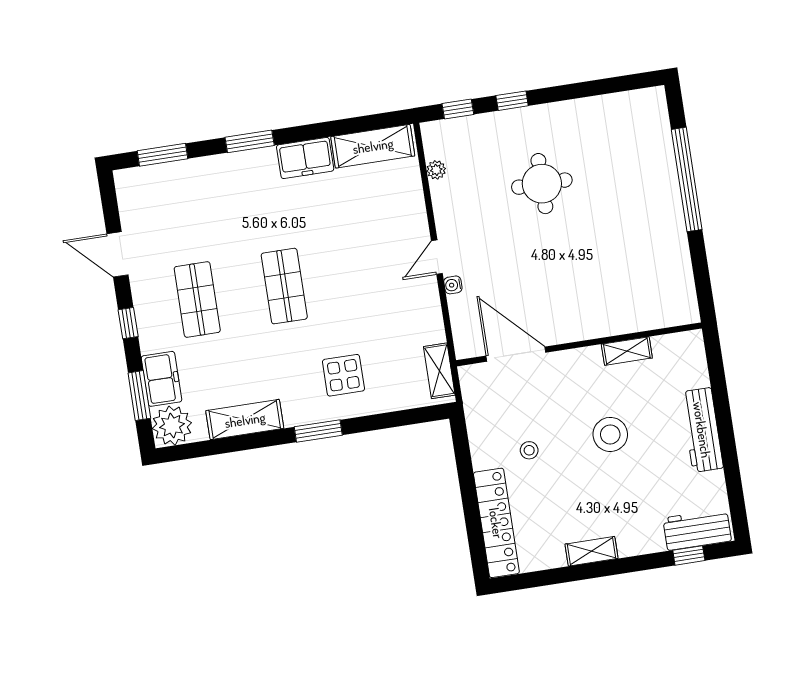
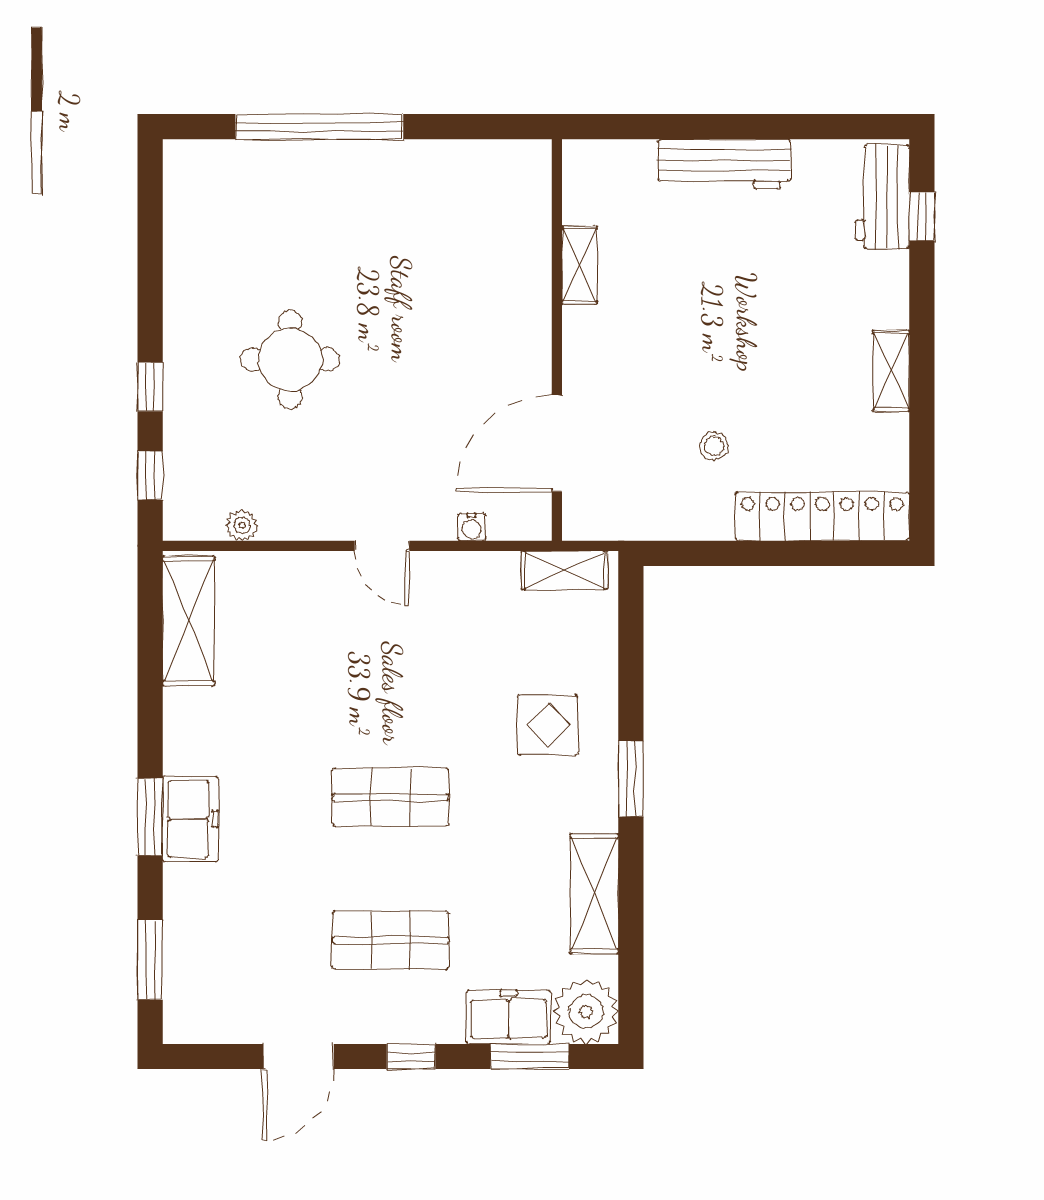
freezer: (305, 158) -> (190, 819), moved
water cooler: (453, 285) -> (472, 527), moved
stool: (610, 434) -> (709, 312), removed

